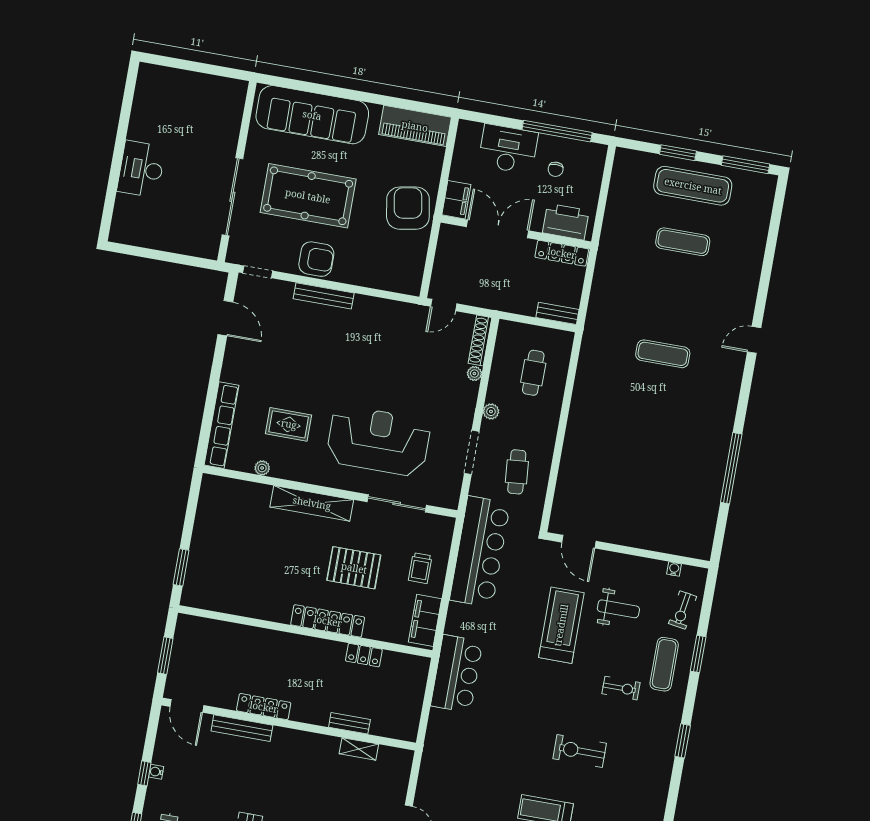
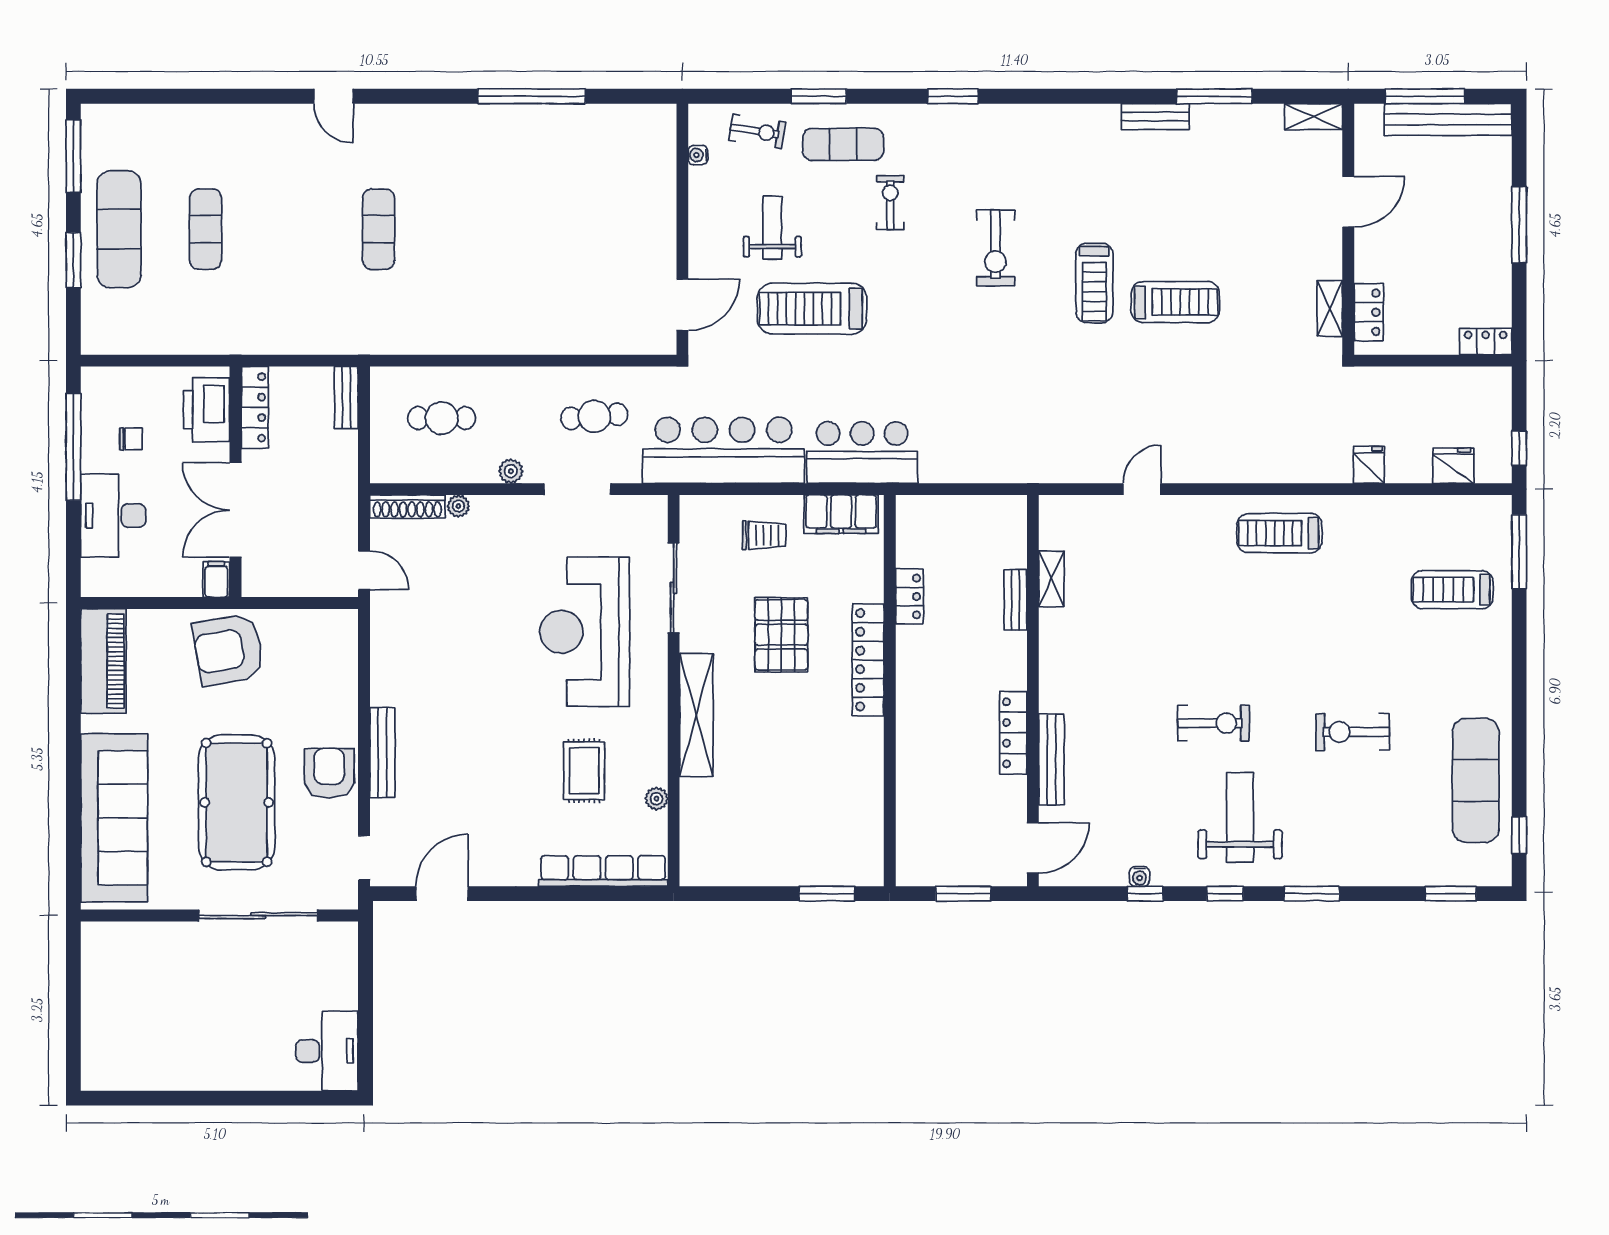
desk: (141, 169) -> (327, 1051), moved, turned -90
filing cabinet: (456, 200) -> (216, 579), width x0.50
bar counter: (457, 674) -> (862, 453), moved

